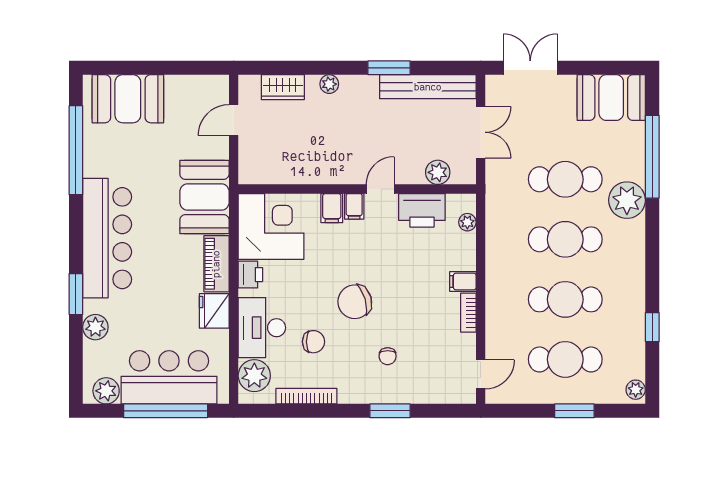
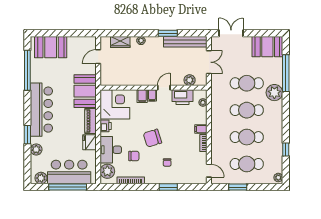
door: (481, 374) -> (209, 171), hinge flipped
window: (574, 411) -> (238, 187), moved

